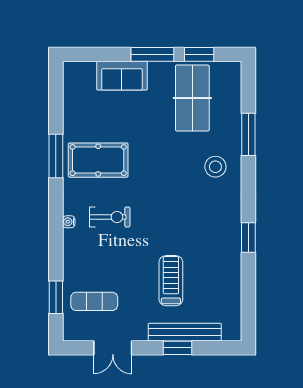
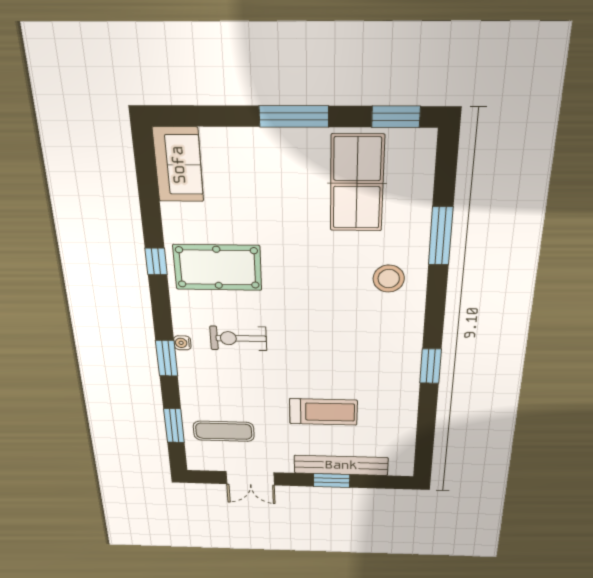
window: (199, 54) -> (396, 117), moved
sofa: (122, 76) -> (178, 165), moved, turned -90
window: (56, 156) -> (156, 261), width x0.46
exercise bike: (110, 217) -> (238, 338), turned 180
window: (56, 235) -> (167, 358), added
treadmill: (171, 281) -> (323, 412), turned 90

